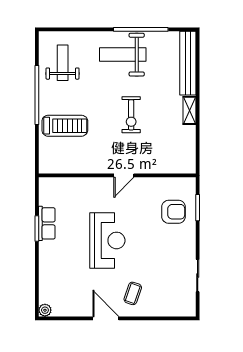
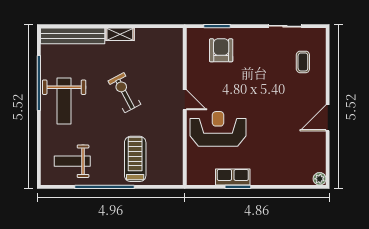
exercise bike: (131, 115) -> (124, 93), turned -118
reception desk: (107, 240) -> (218, 129), moved
coffee table: (133, 293) -> (303, 62), moved, turned 71

